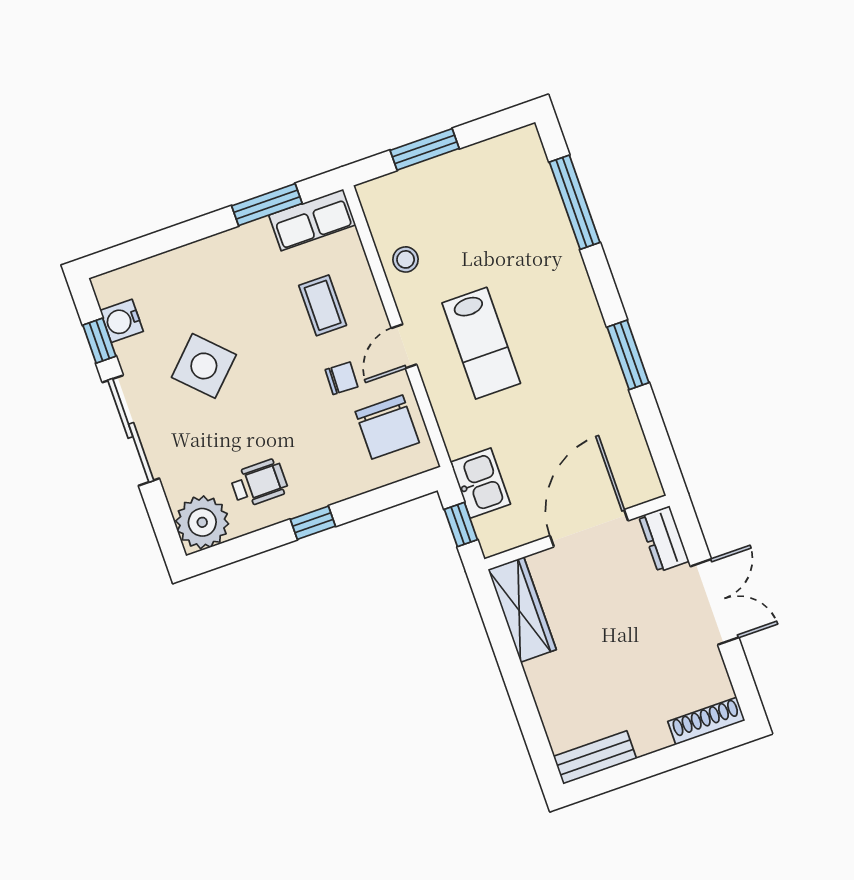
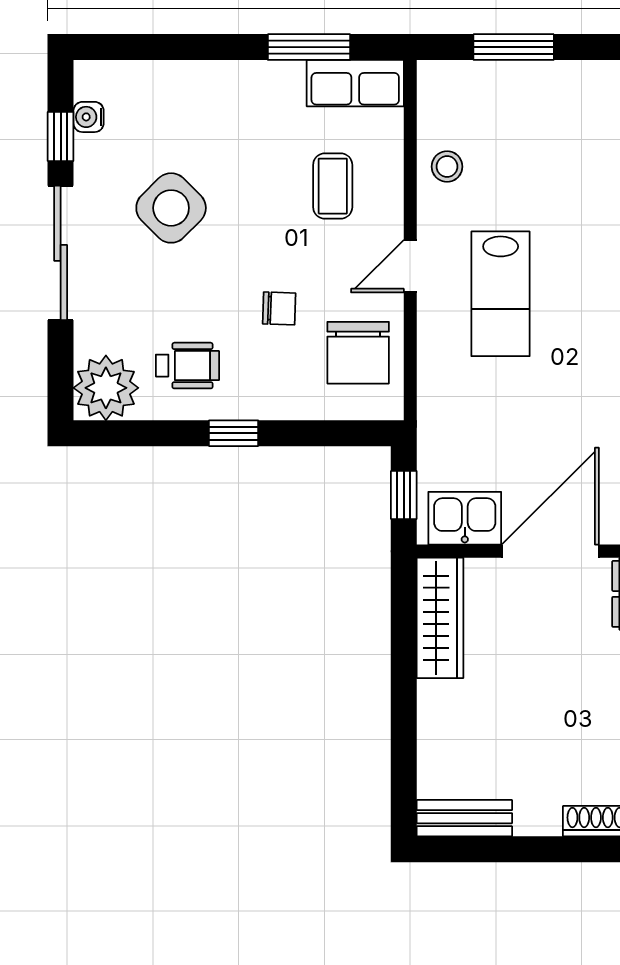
water cooler: (122, 321) -> (89, 117), width x0.72, depth x0.72
chair: (342, 378) -> (279, 308), moved
kitchen sink: (480, 483) -> (465, 518), moved, turned -90

